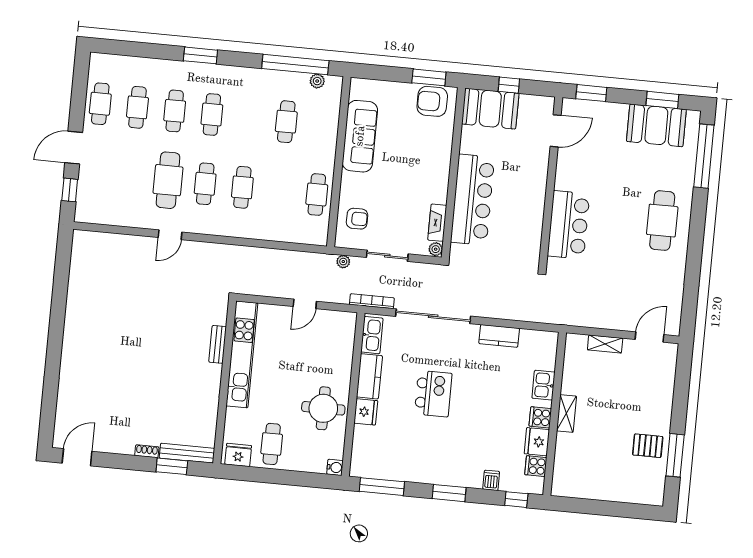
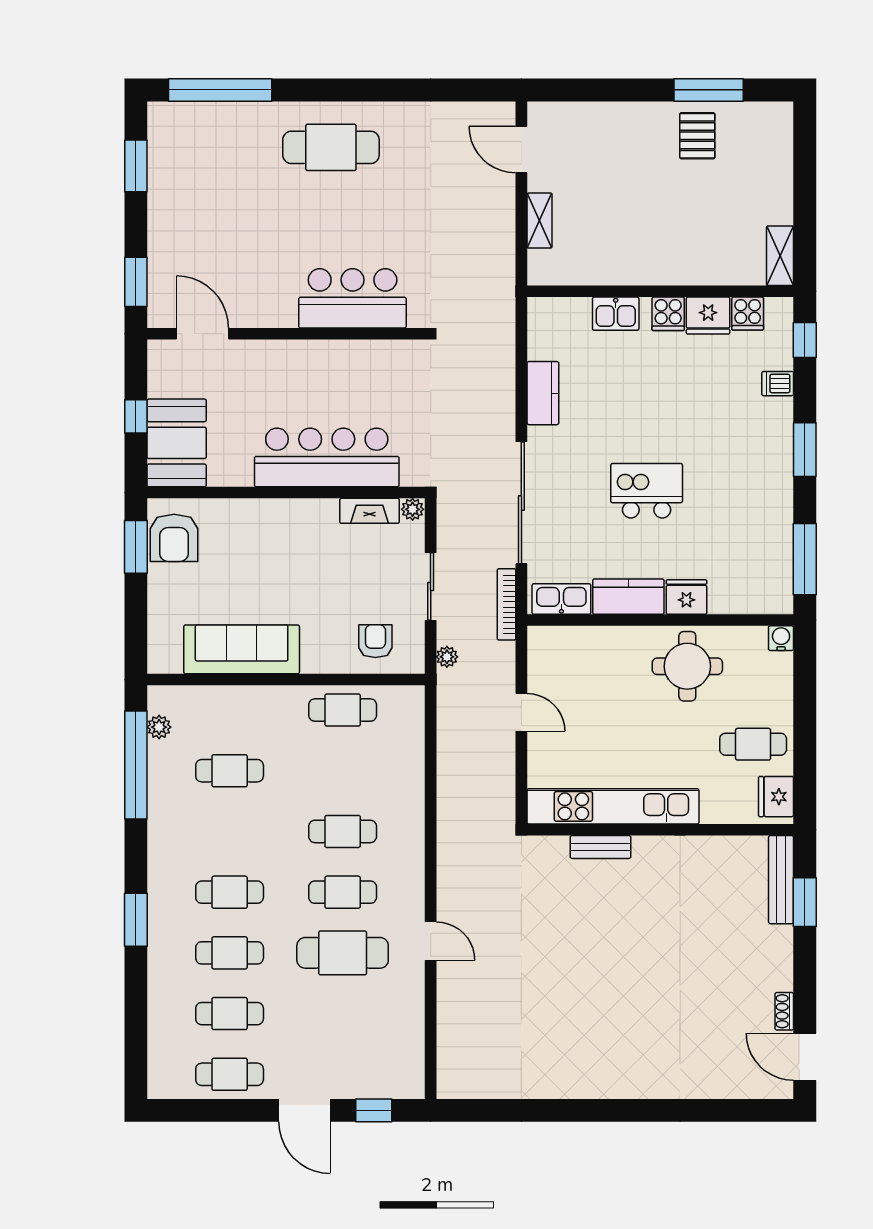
booth: (656, 125) -> (178, 172), removed
shelving: (566, 413) -> (780, 256), moved, turned 90
shoe rack: (147, 451) -> (784, 1011), moved

